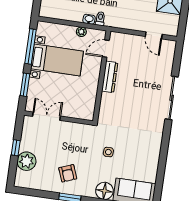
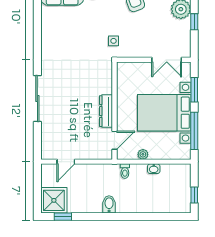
washbasin: (89, 19) -> (154, 169), moved
door: (154, 35) -> (66, 162), swing flipped
bed with nightstands: (57, 60) -> (164, 113), width x1.36
side table: (108, 152) -> (114, 41), moved

